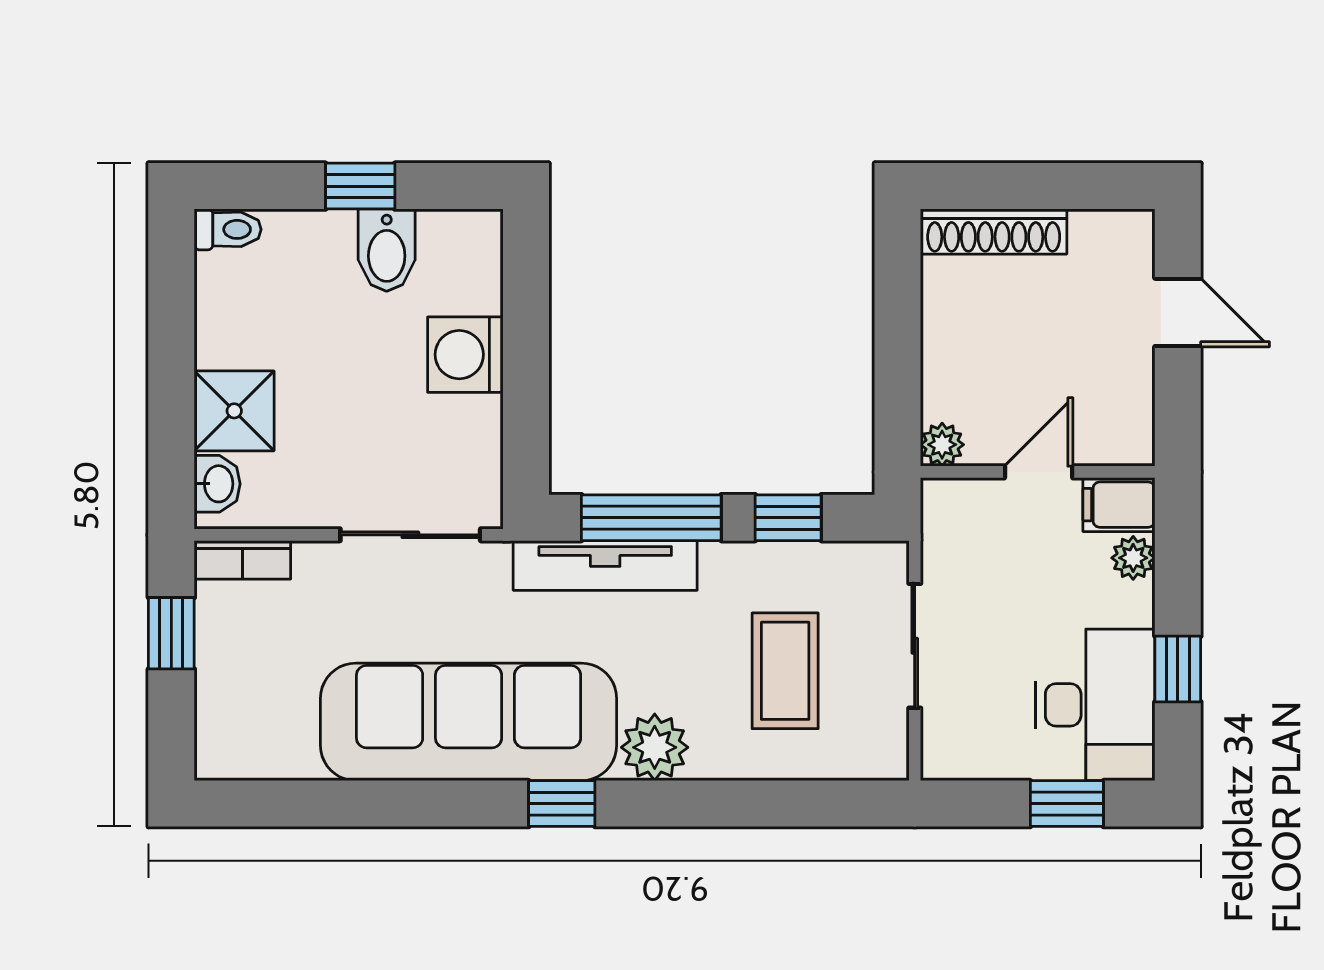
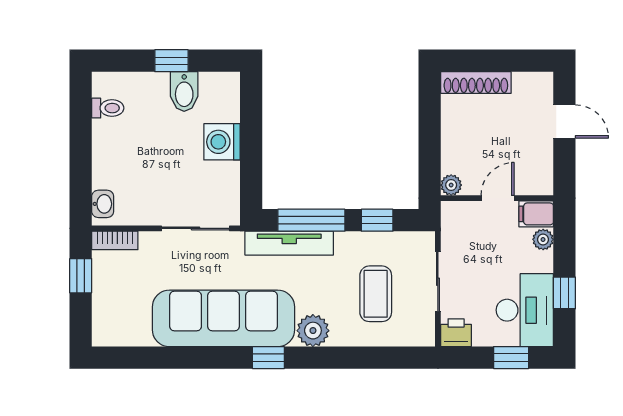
toilet: (228, 229) -> (108, 108), moved
shower: (234, 411) -> (111, 169), removed
printer: (952, 752) -> (456, 333), added

